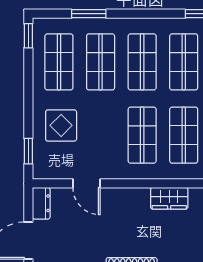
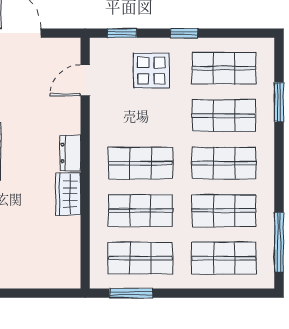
window: (28, 36) -> (184, 33), moved
door: (87, 183) -> (85, 80), moved
dresser: (41, 203) -> (70, 153), moved, turned 90

